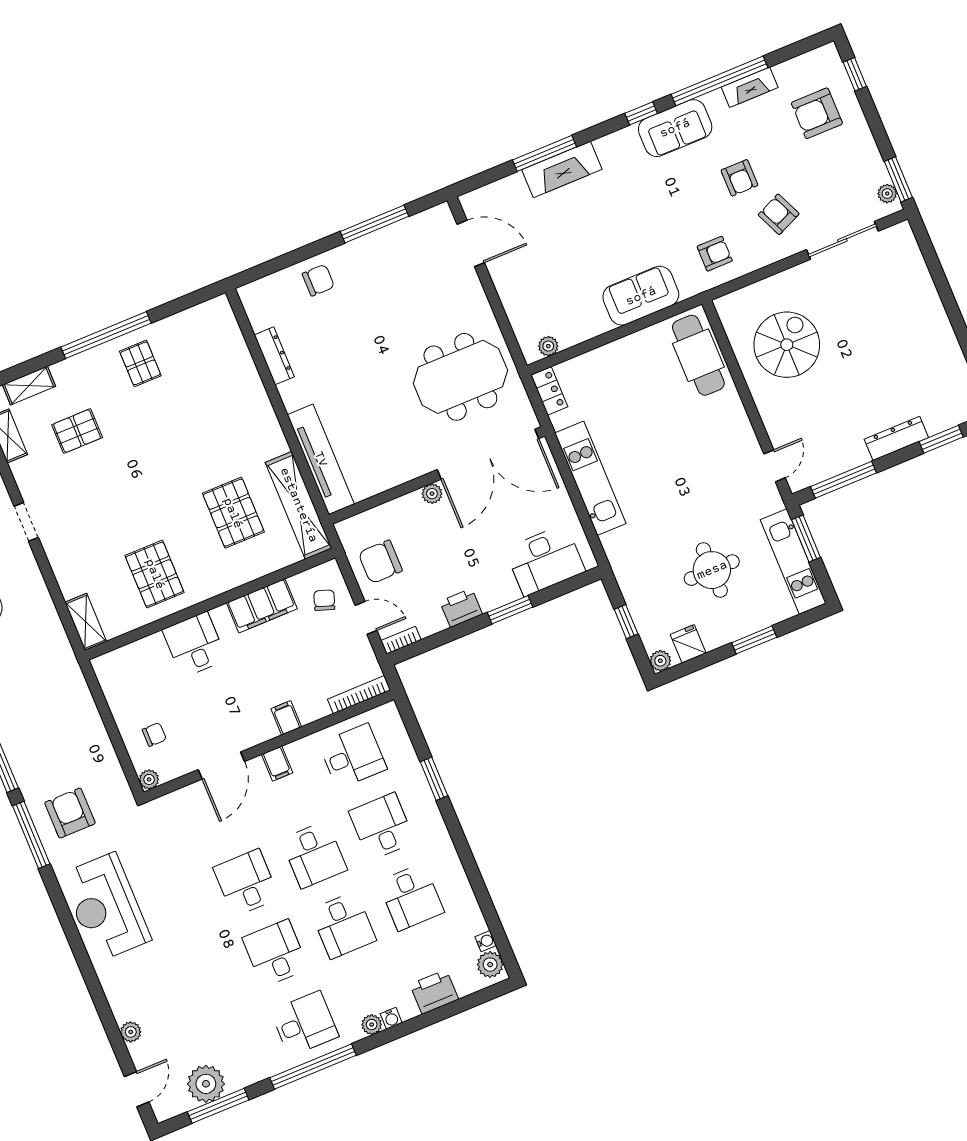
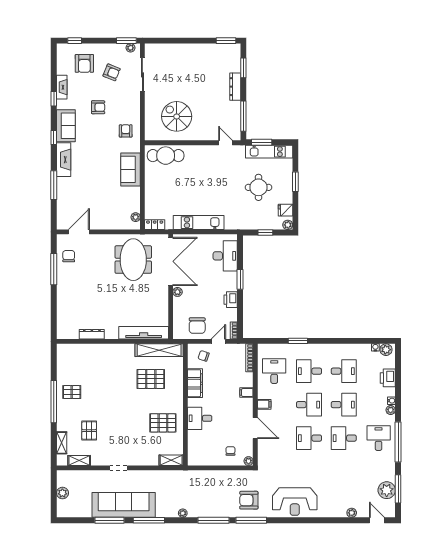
window: (719, 81) -> (54, 99), width x0.32
fireplace: (562, 170) -> (64, 160), moved
armchair: (779, 214) -> (112, 72), moved, turned -134
chair: (318, 280) -> (69, 256), moved

